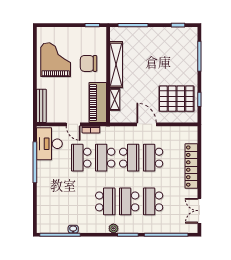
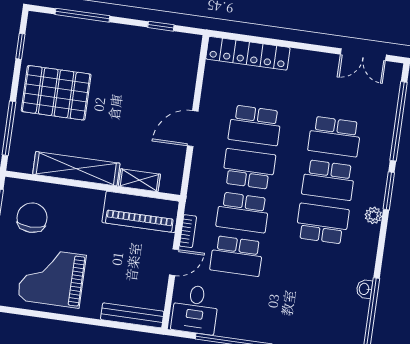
chair: (89, 63) -> (32, 218), moved, turned 180
pallet: (176, 99) -> (56, 93), moved, turned 90
desk: (49, 144) -> (195, 309), width x0.73
locker: (191, 166) -> (248, 53), moved

